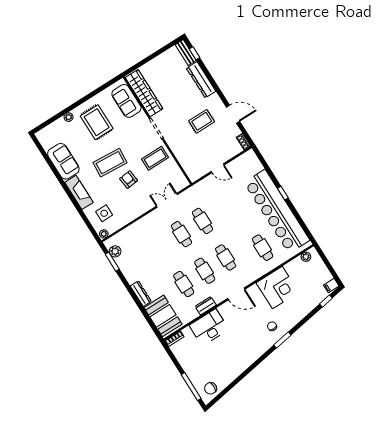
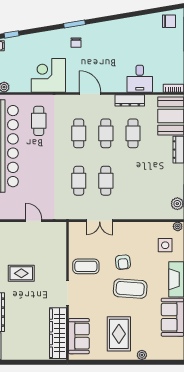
dresser: (206, 306) -> (130, 100), width x1.44
desk: (209, 327) -> (140, 79), width x0.73

